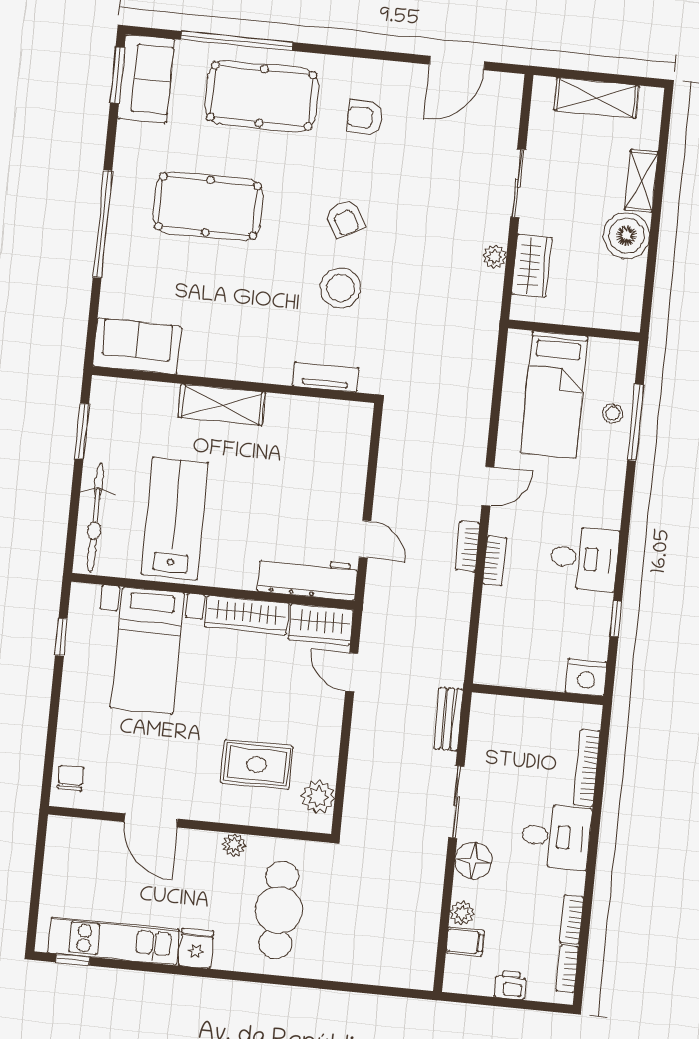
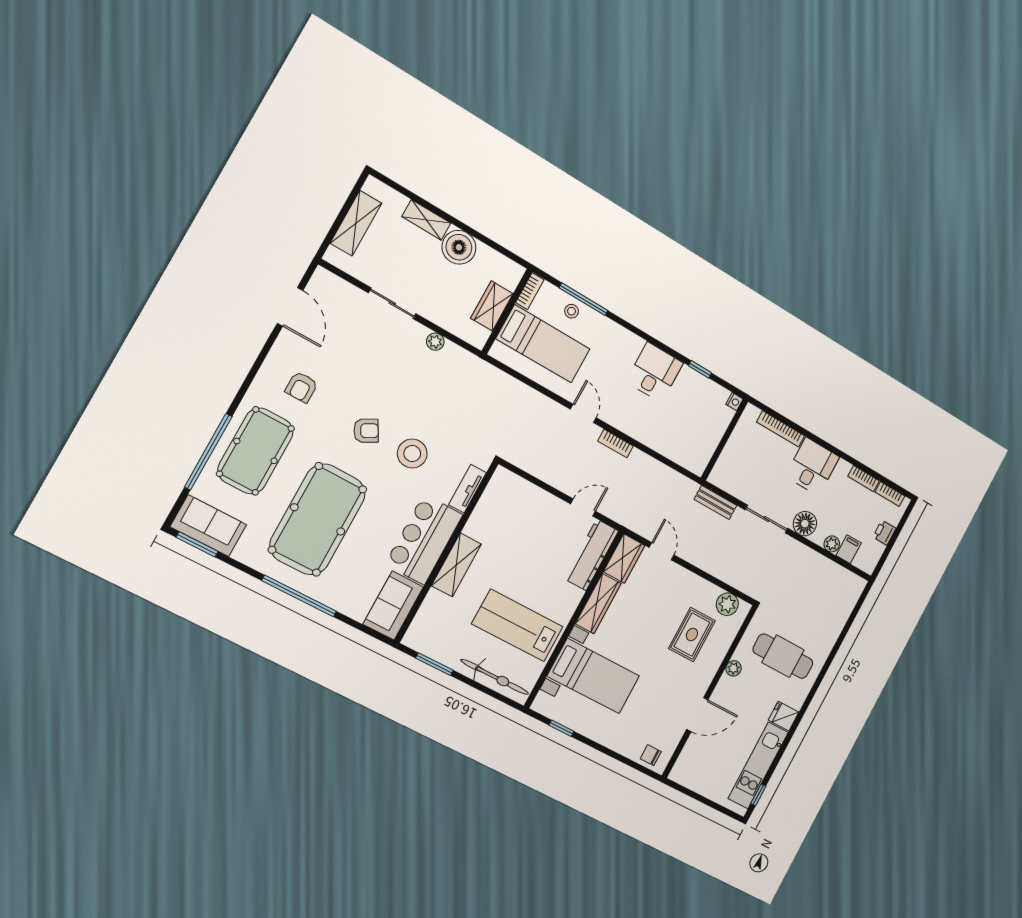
pool table: (208, 206) -> (318, 519), width x1.36, depth x1.32
wardrobe: (532, 266) -> (492, 306), moved, turned -90
bar counter: (237, 349) -> (424, 540), added
bookcase: (495, 561) -> (530, 291), moved, turned 90
door: (352, 672) -> (662, 551), swing flipped
nightstand: (586, 677) -> (734, 402), width x0.53, depth x0.56

